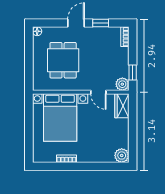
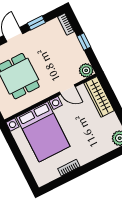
window: (133, 72) -> (84, 42), moved
wardrobe: (122, 106) -> (99, 97), width x1.50

